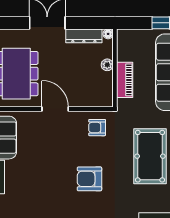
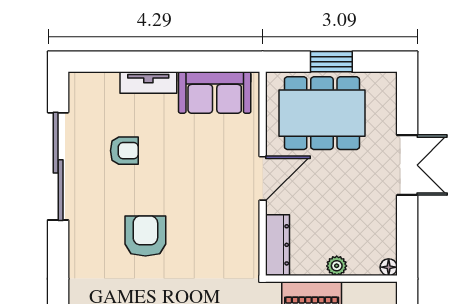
dresser: (84, 36) -> (277, 245), moved, turned 180
armchair: (97, 128) -> (124, 151), moved, turned 90

